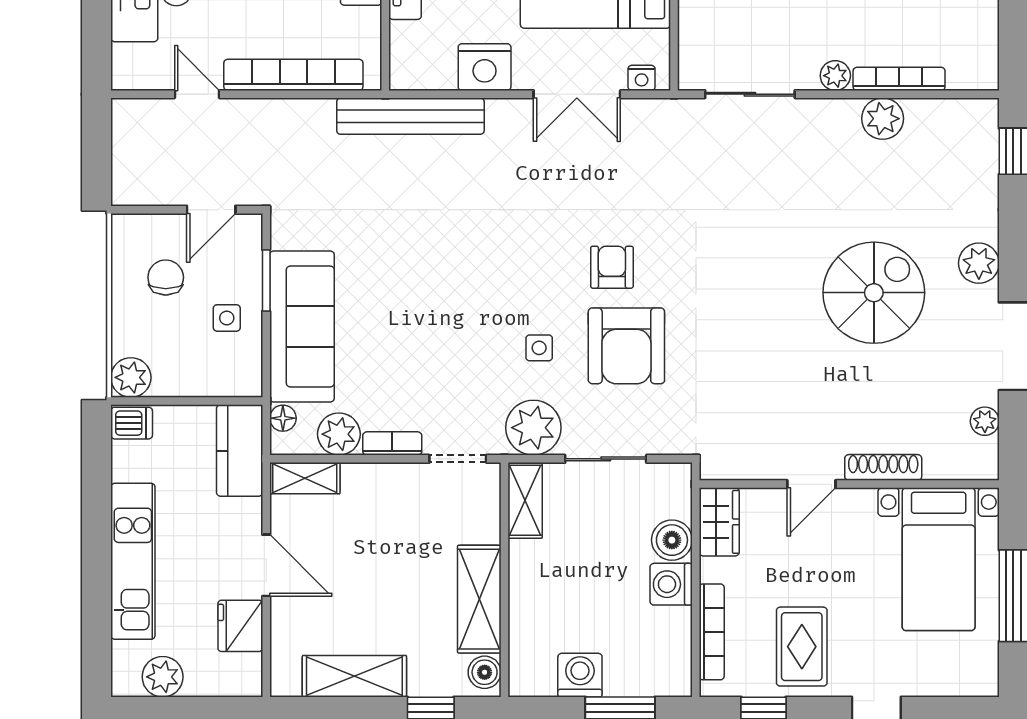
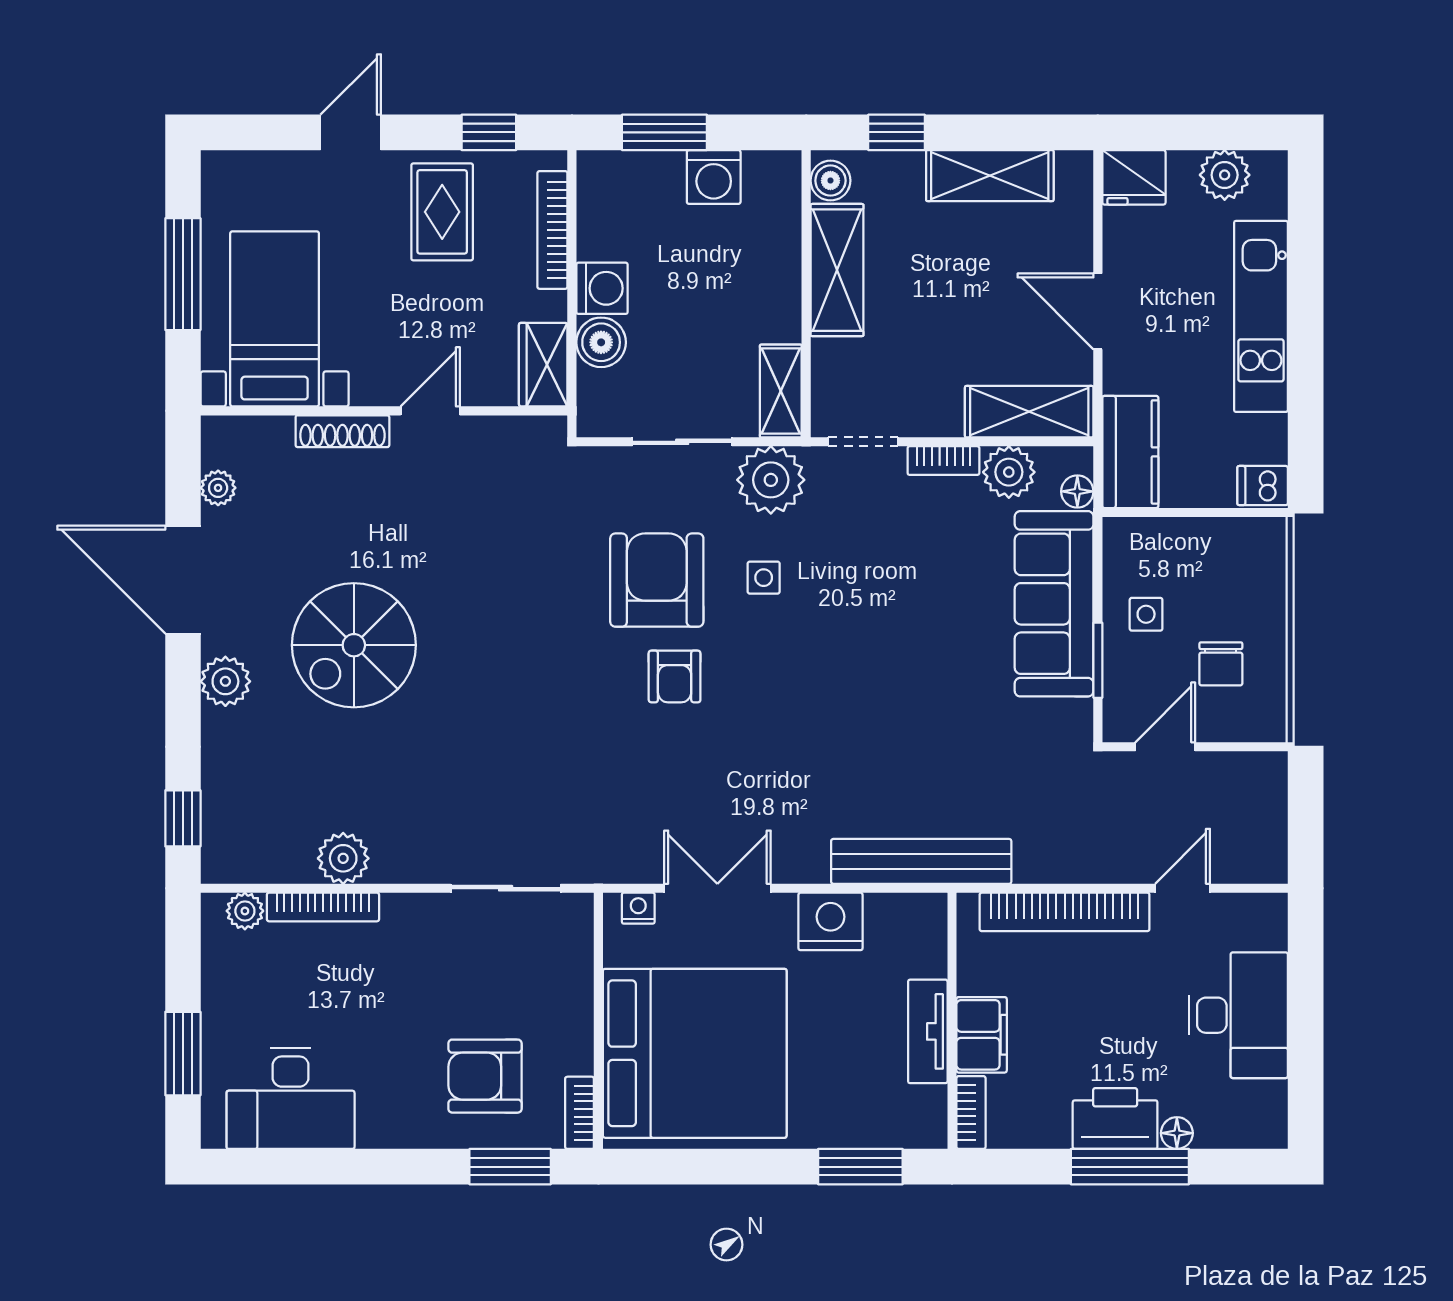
plant: (835, 76) -> (245, 911), moved
door: (197, 94) -> (1182, 888), swing flipped
plant: (131, 377) -> (1263, 541), removed
shelving: (305, 478) -> (1029, 412), width x1.50, depth x1.33
fridge: (240, 626) -> (1134, 177), moved, turned 90

